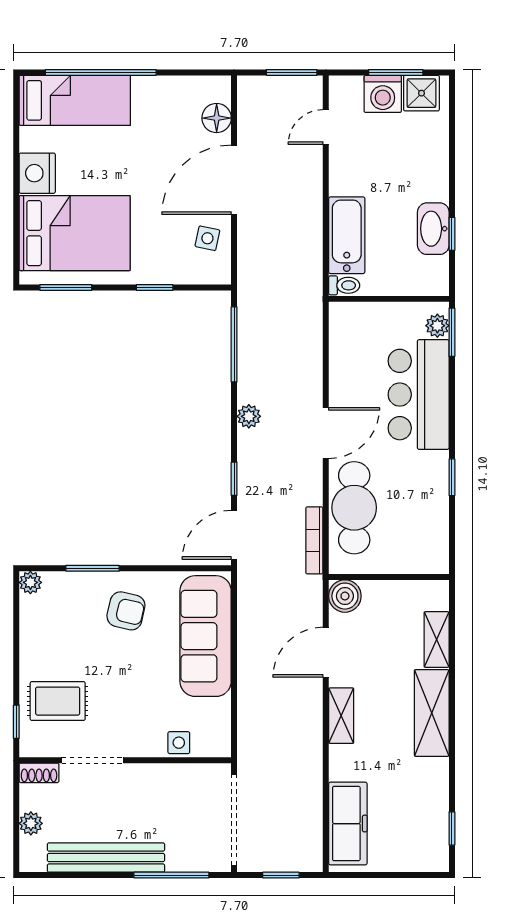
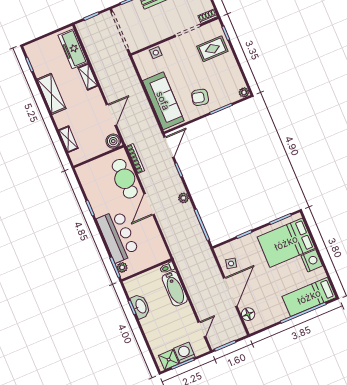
shelving: (432, 713) -> (52, 94), moved
shelving: (341, 716) -> (88, 77), moved

